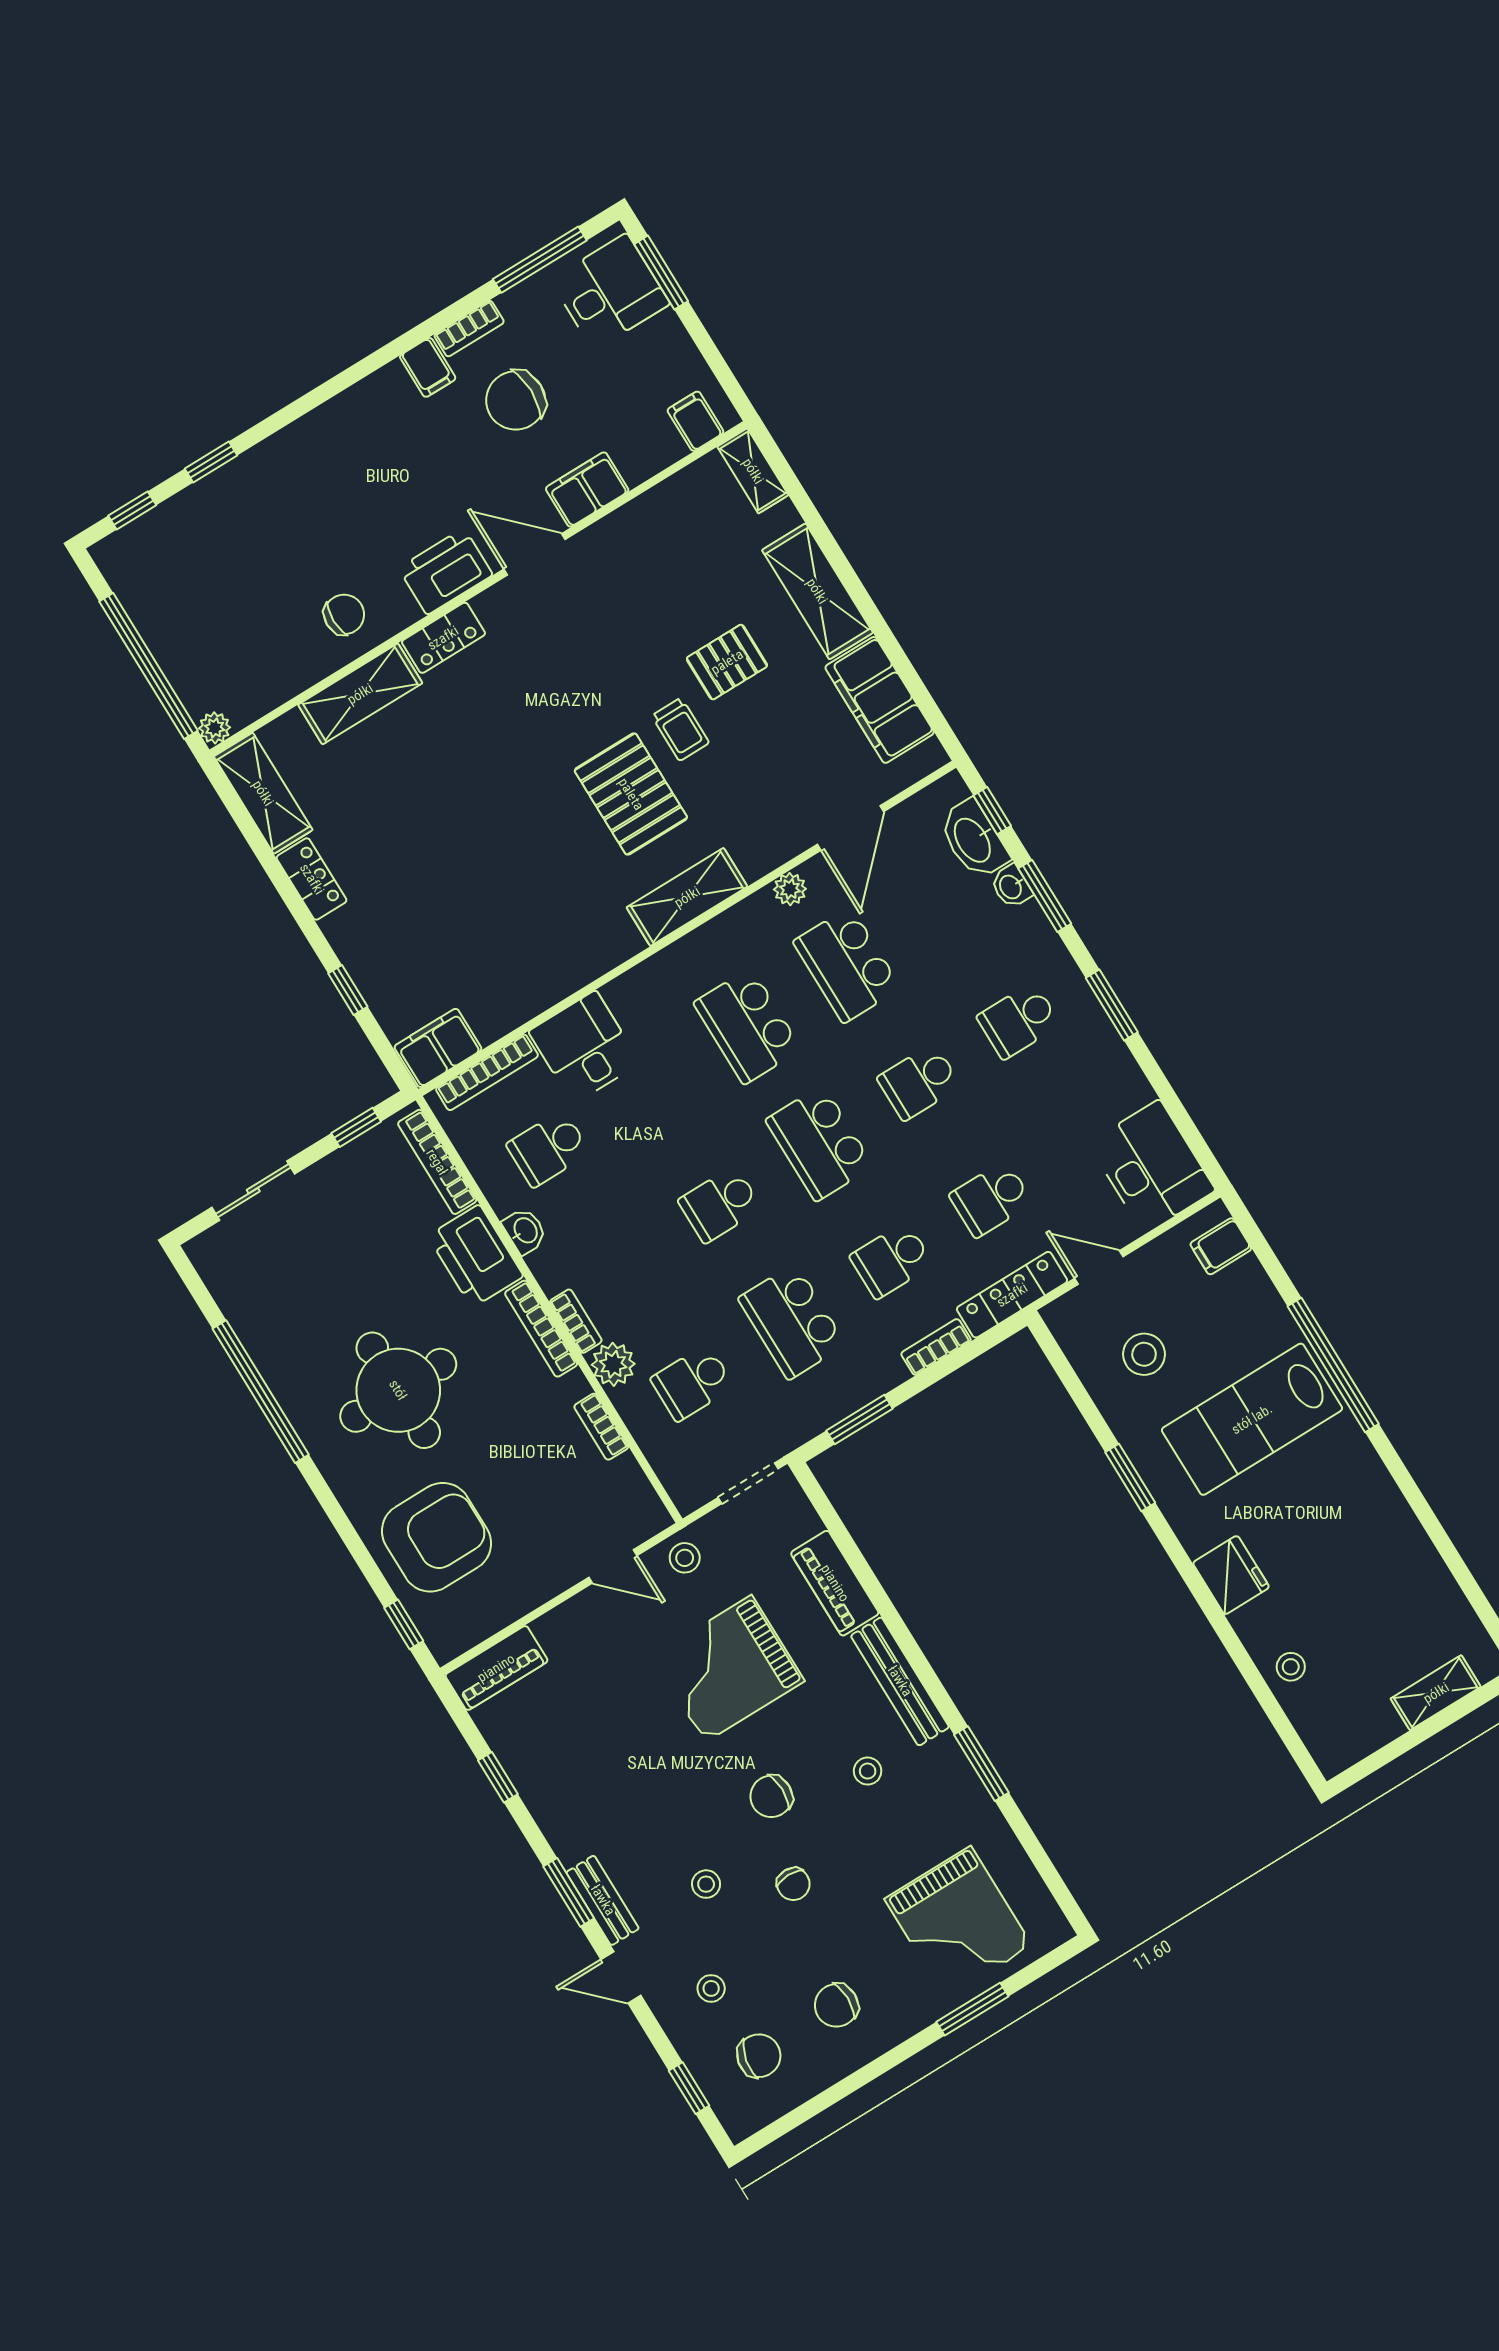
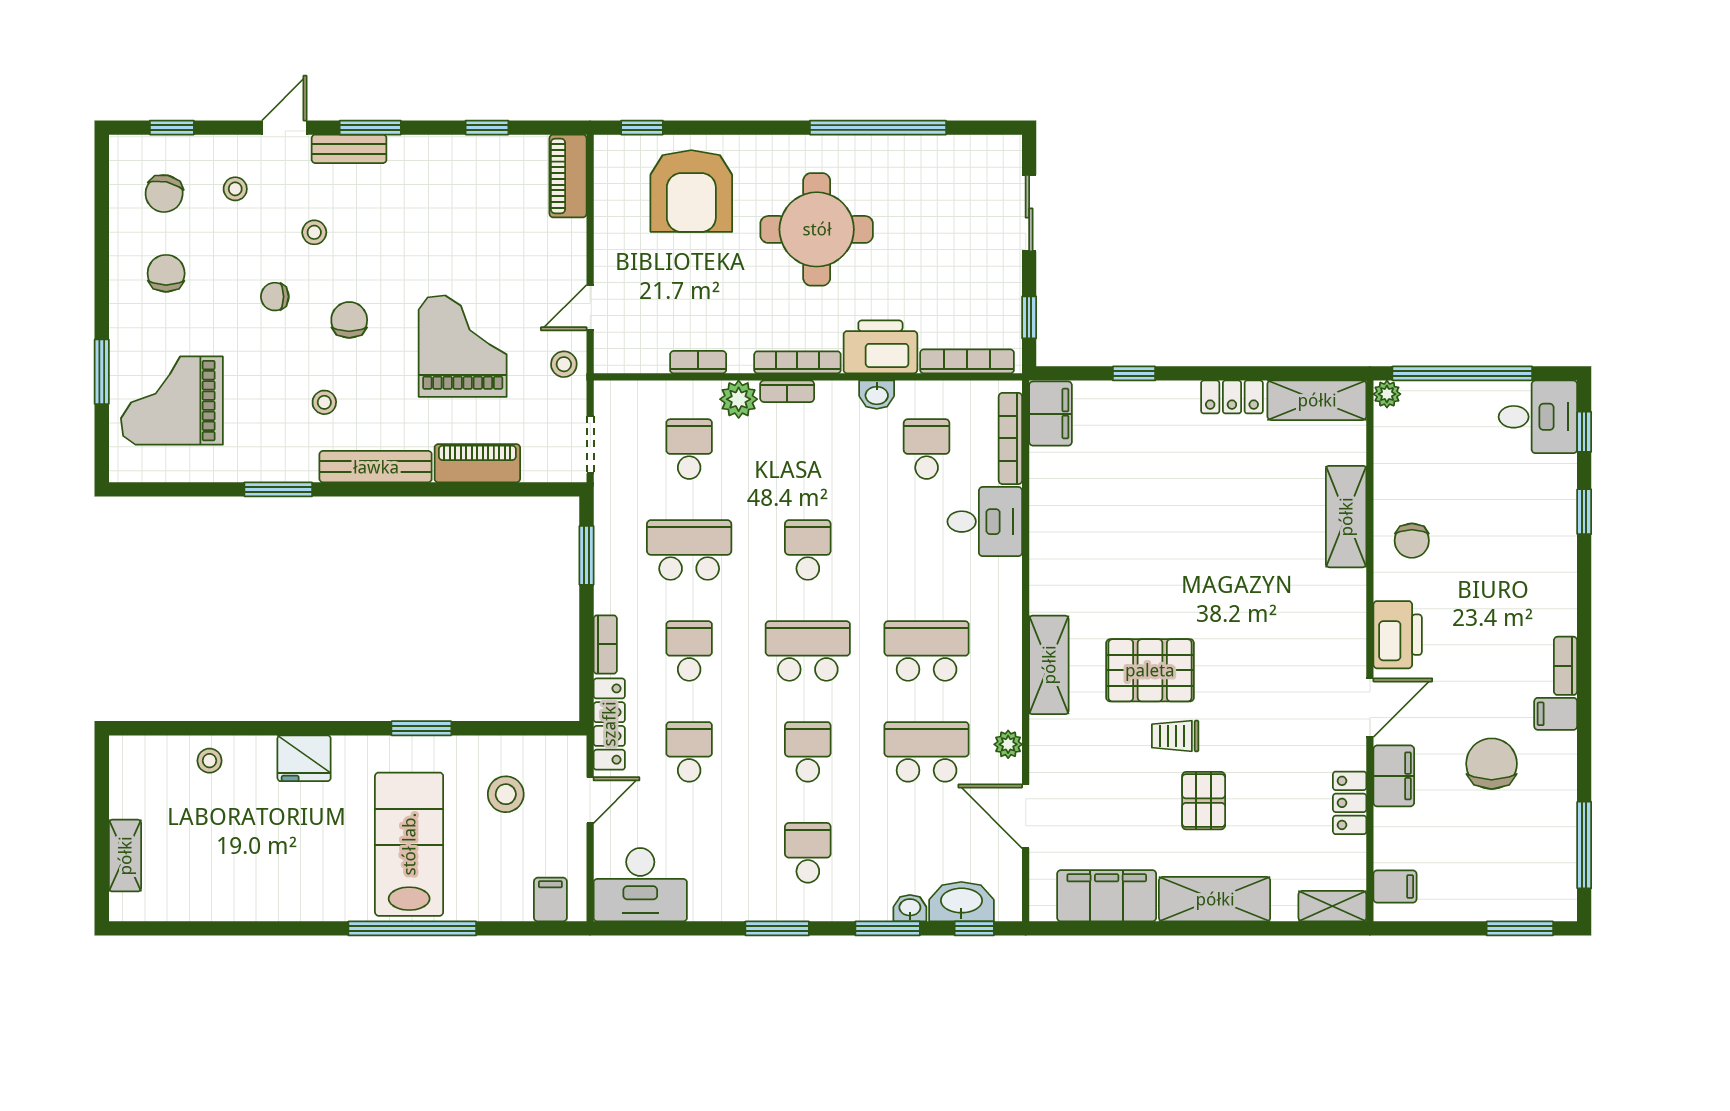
desk: (610, 292) -> (1538, 417), moved, turned -90
bookcase: (469, 329) -> (1565, 666), moved
locker: (443, 638) -> (1350, 803), moved

